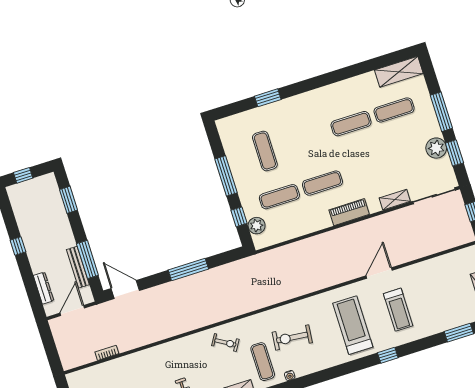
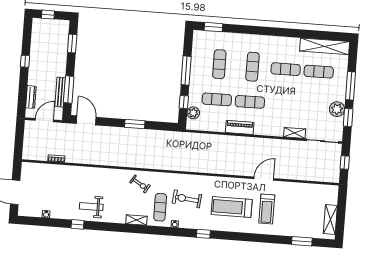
shelving: (399, 72) -> (325, 46), width x1.47
window: (268, 98) -> (213, 27), moved
exercise mat: (308, 137) -> (253, 67), added
piano: (349, 212) -> (240, 127), moved
window: (188, 270) -> (135, 124), width x0.69
treadmill: (353, 325) -> (232, 207), turned -90
window: (388, 355) -> (203, 234), moved

